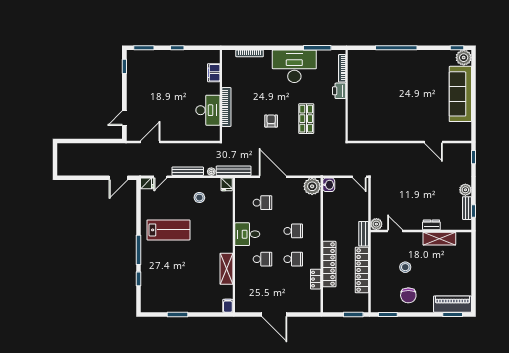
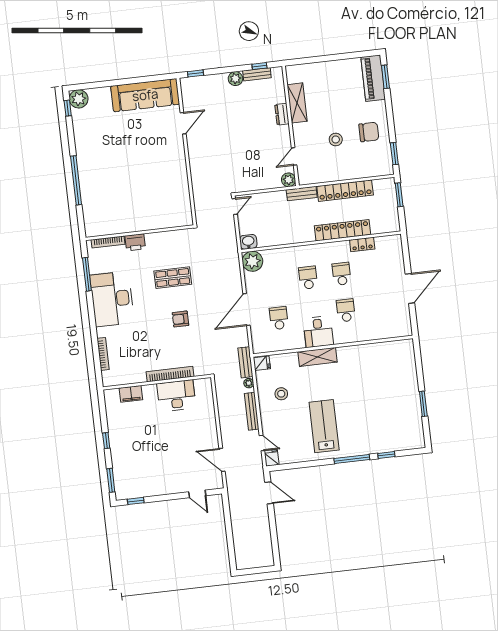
sofa: (460, 94) -> (145, 95), moved
bench: (234, 171) -> (245, 362), width x0.73
shelving: (227, 269) -> (317, 357), moved
filing cabinet: (228, 306) -> (406, 345), removed

